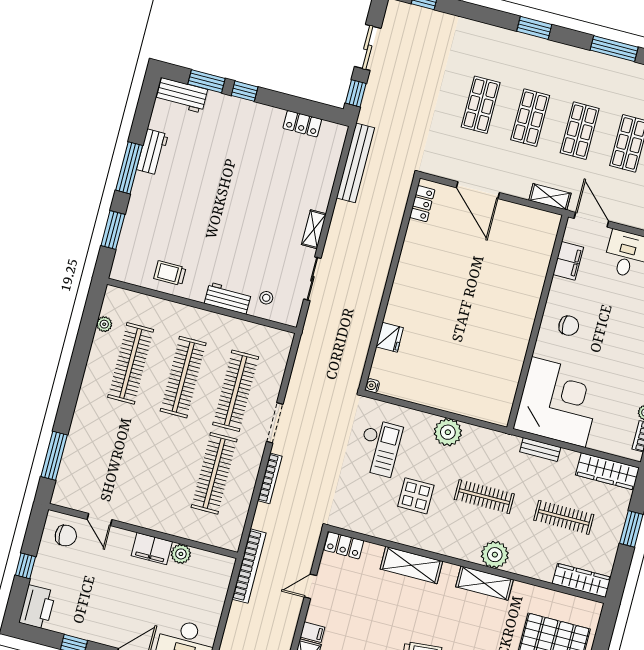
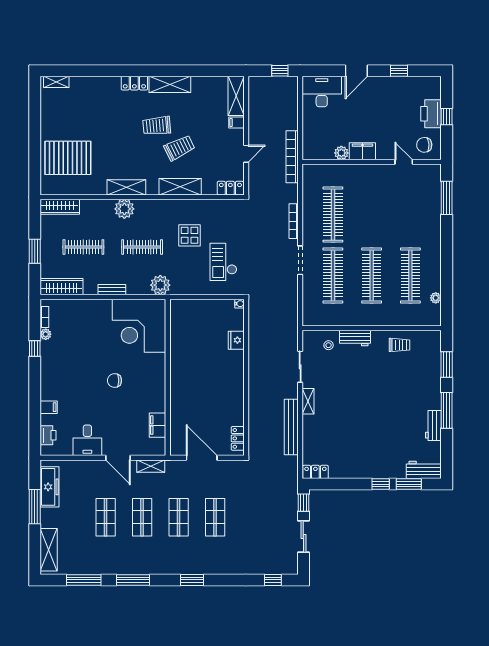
locker: (302, 124) -> (315, 472), moved
bench: (355, 163) -> (291, 427), moved
filing cabinet: (568, 261) -> (158, 425), moved
wall: (538, 322) -> (168, 377), moved
corner desk: (558, 402) -> (139, 326), moved
plant: (448, 432) -> (160, 285), moved
printer: (37, 607) -> (431, 114), moved
trolley: (399, 618) -> (179, 148), added

